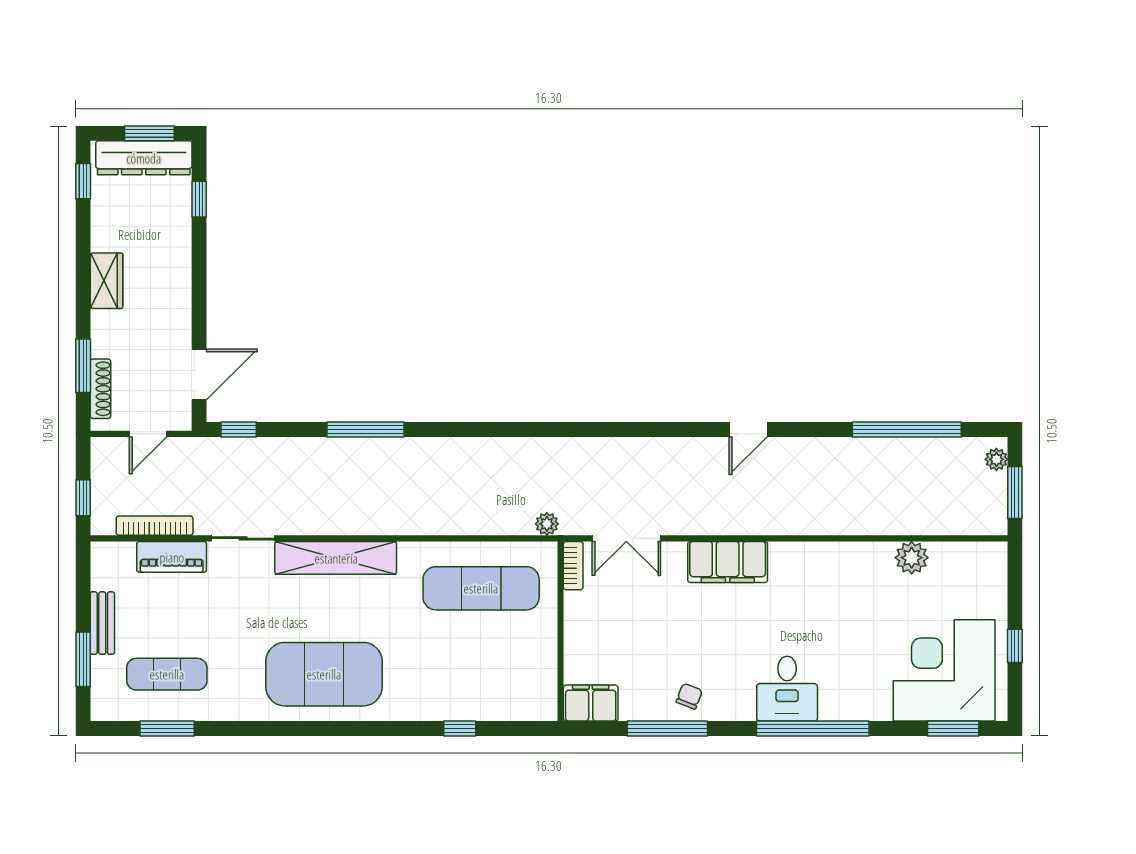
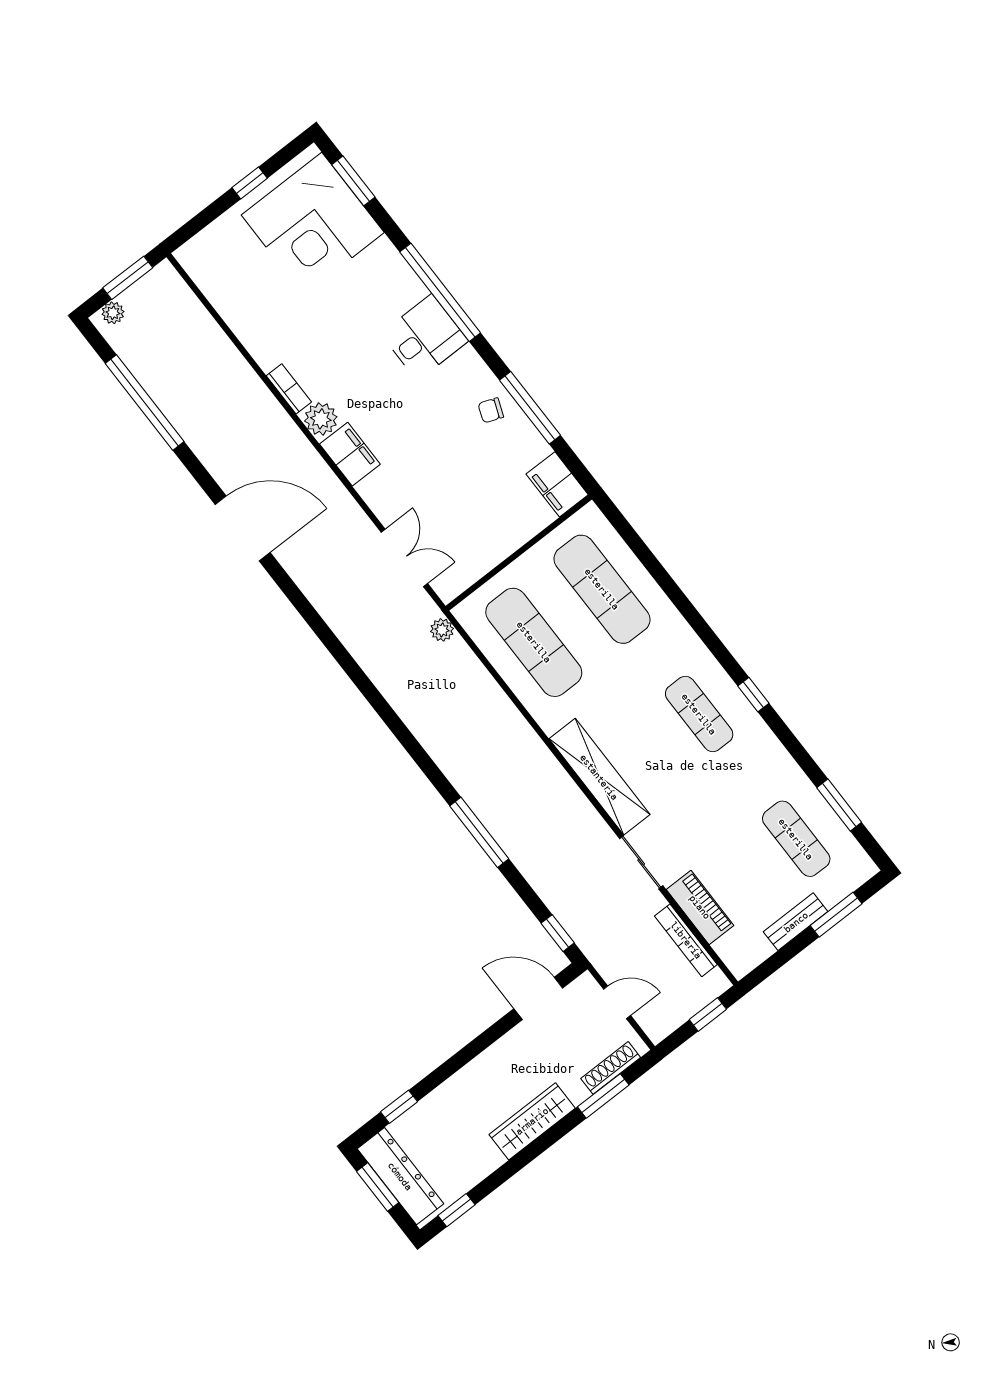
wardrobe: (106, 281) -> (532, 1121), width x1.50
door: (748, 429) -> (243, 528), width x1.88
plant: (912, 558) -> (321, 419), moved
filing cabinet: (728, 562) -> (350, 454), width x0.67, depth x0.86
bookcase: (573, 566) -> (289, 389), moved, turned 90
exercise mat: (324, 674) -> (699, 714), width x0.50, depth x0.69
exercise mat: (481, 674) -> (602, 589), added
window: (460, 728) -> (753, 695), moved

